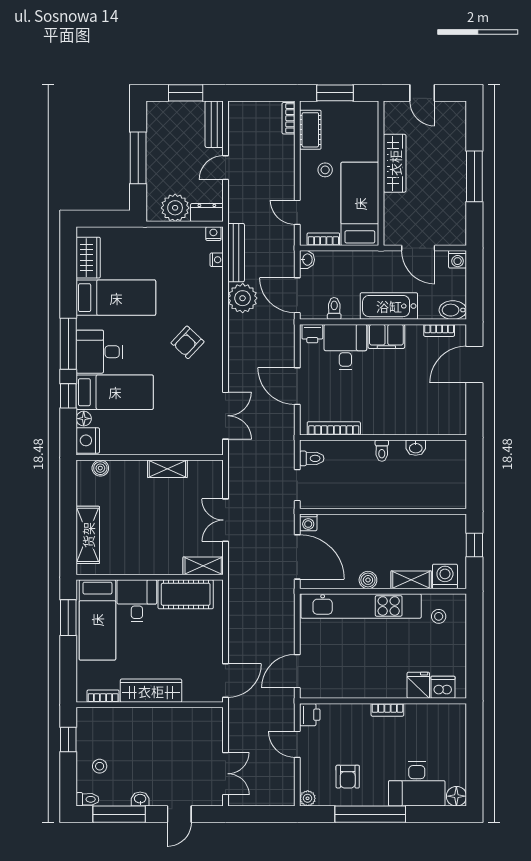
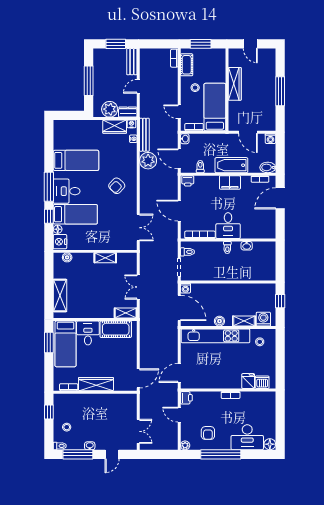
wardrobe: (88, 258) -> (115, 127), moved, turned 90
desk: (345, 347) -> (228, 226), moved, turned 180

